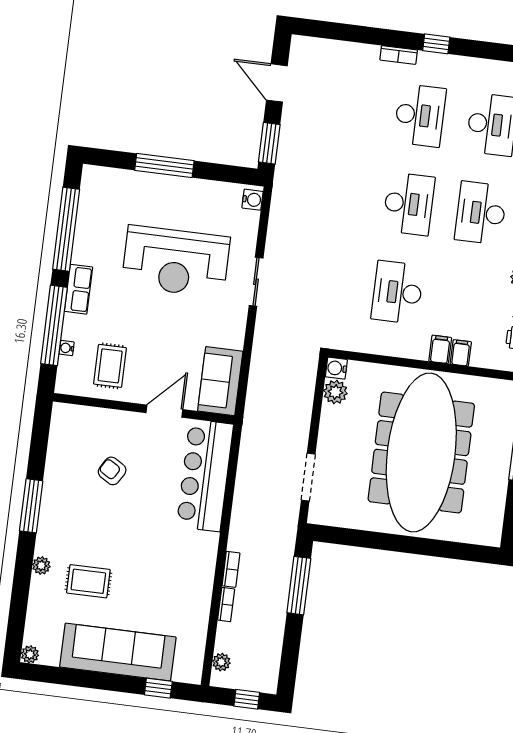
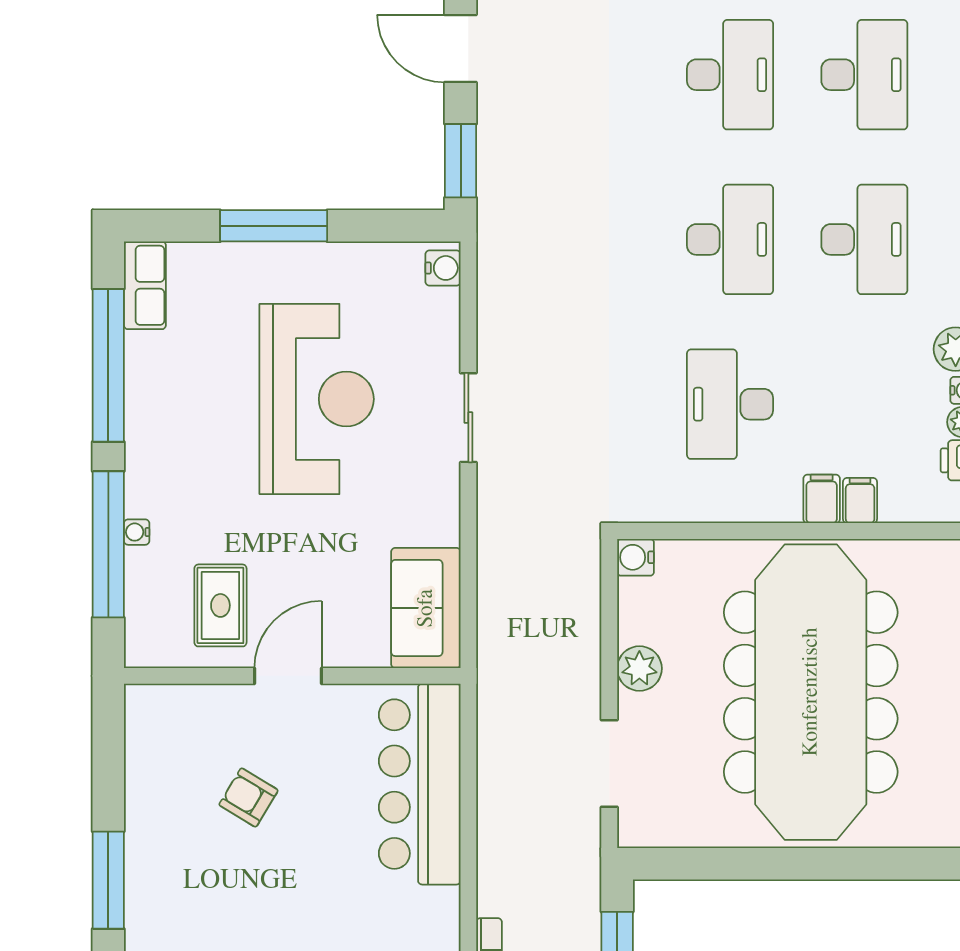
desk: (481, 213) -> (864, 239), turned 180
reception desk: (176, 261) -> (317, 399), turned -90
row of seats: (79, 289) -> (145, 285), moved
water cooler: (67, 348) -> (137, 532), moved
plant: (335, 392) -> (639, 668), moved
door: (164, 411) -> (288, 676), moved

